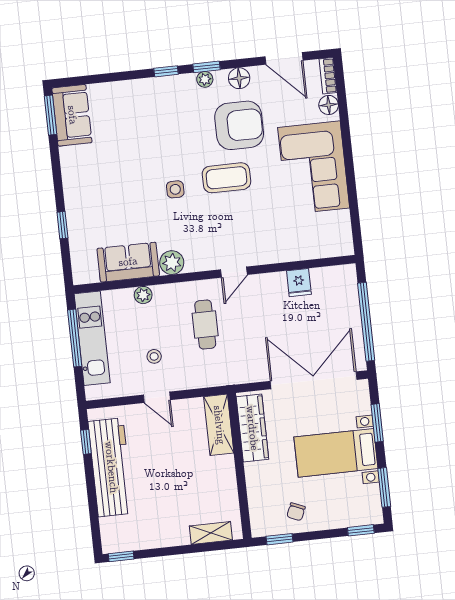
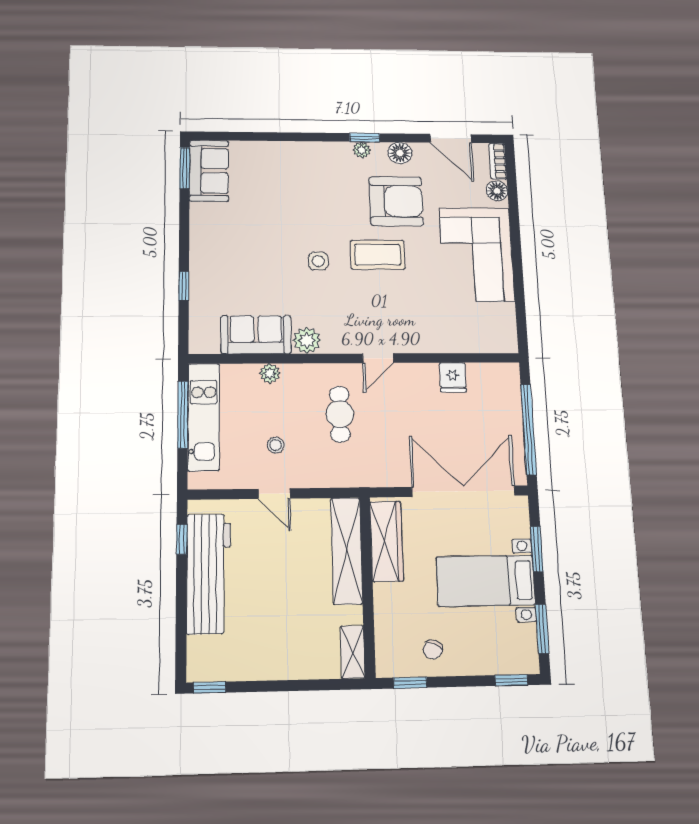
window: (166, 71) -> (319, 137), removed
shelving: (219, 425) -> (347, 551), width x1.47
shelving: (211, 533) -> (353, 652), moved, turned 90

